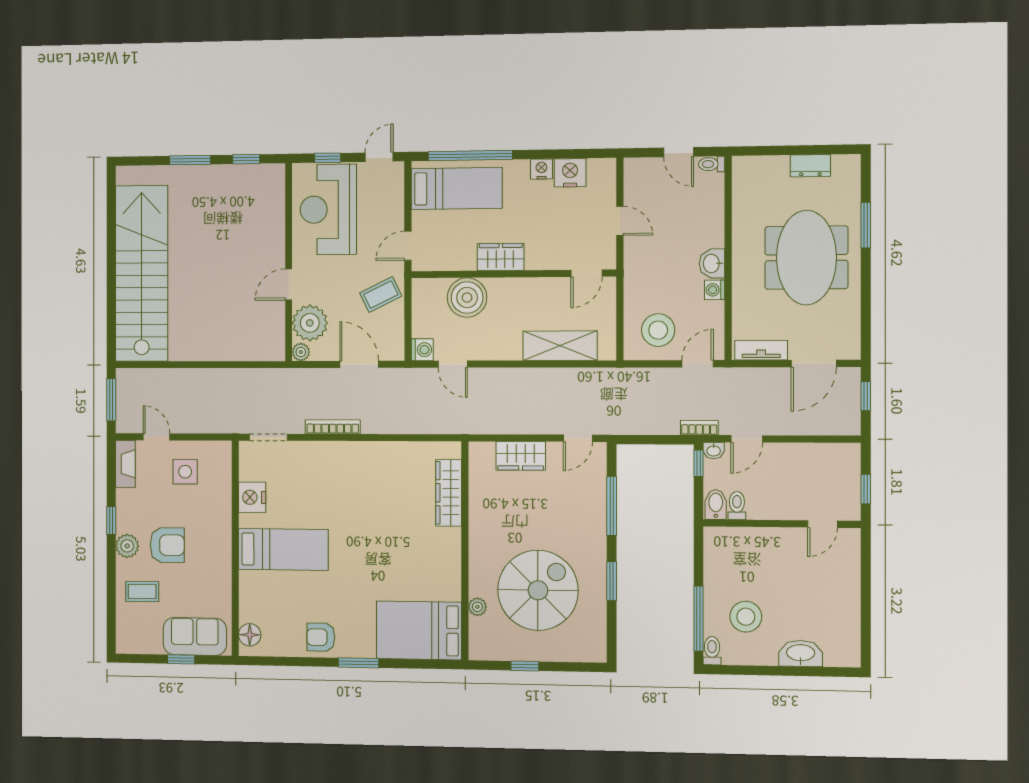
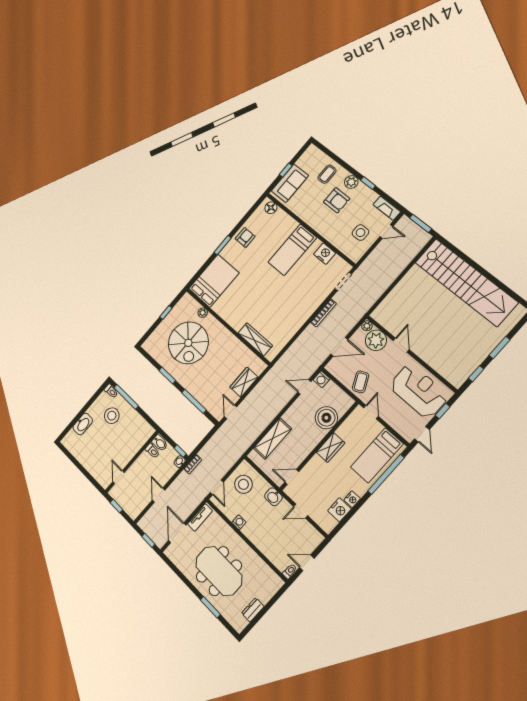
washbasin: (712, 263) -> (273, 497), moved, turned 180
door: (586, 273) -> (292, 477), hinge flipped
door: (747, 439) -> (159, 495), moved
armchair: (167, 545) -> (337, 200), turned -90

